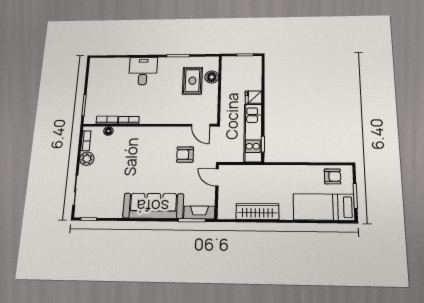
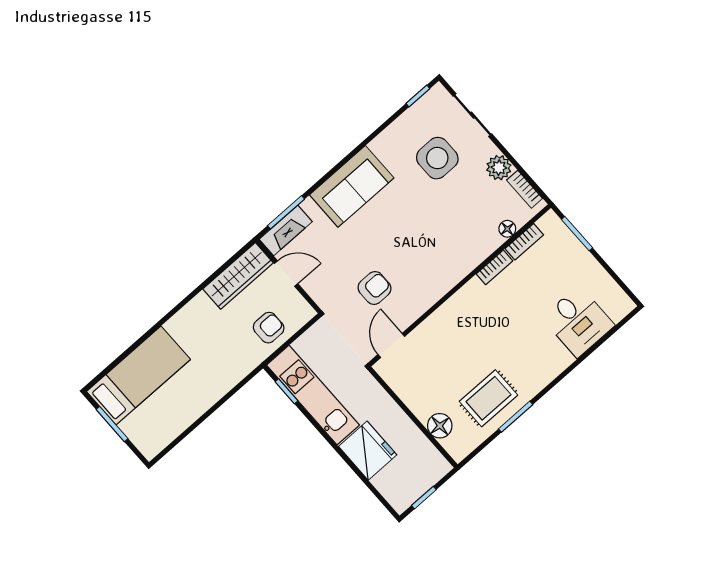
desk: (143, 71) -> (578, 322), moved
rug: (192, 81) -> (488, 398), moved, turned 90
fridge: (254, 97) -> (368, 451), width x1.88, depth x1.34
door: (201, 125) -> (391, 345), hinge flipped
armchair: (333, 176) -> (269, 328), moved, turned 180
door: (217, 177) -> (286, 274), moved
side table: (107, 185) -> (437, 158), added
sofa: (153, 206) -> (352, 186), width x0.73
wardrobe: (258, 212) -> (238, 276), moved

